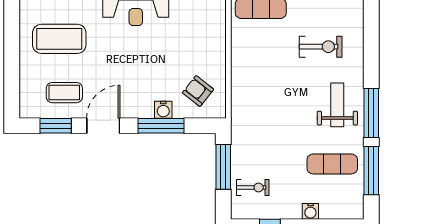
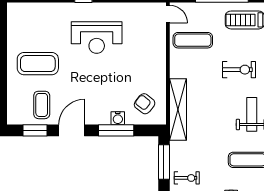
coffee table: (64, 93) -> (42, 105), turned 90
shelving: (241, 99) -> (178, 110), added

